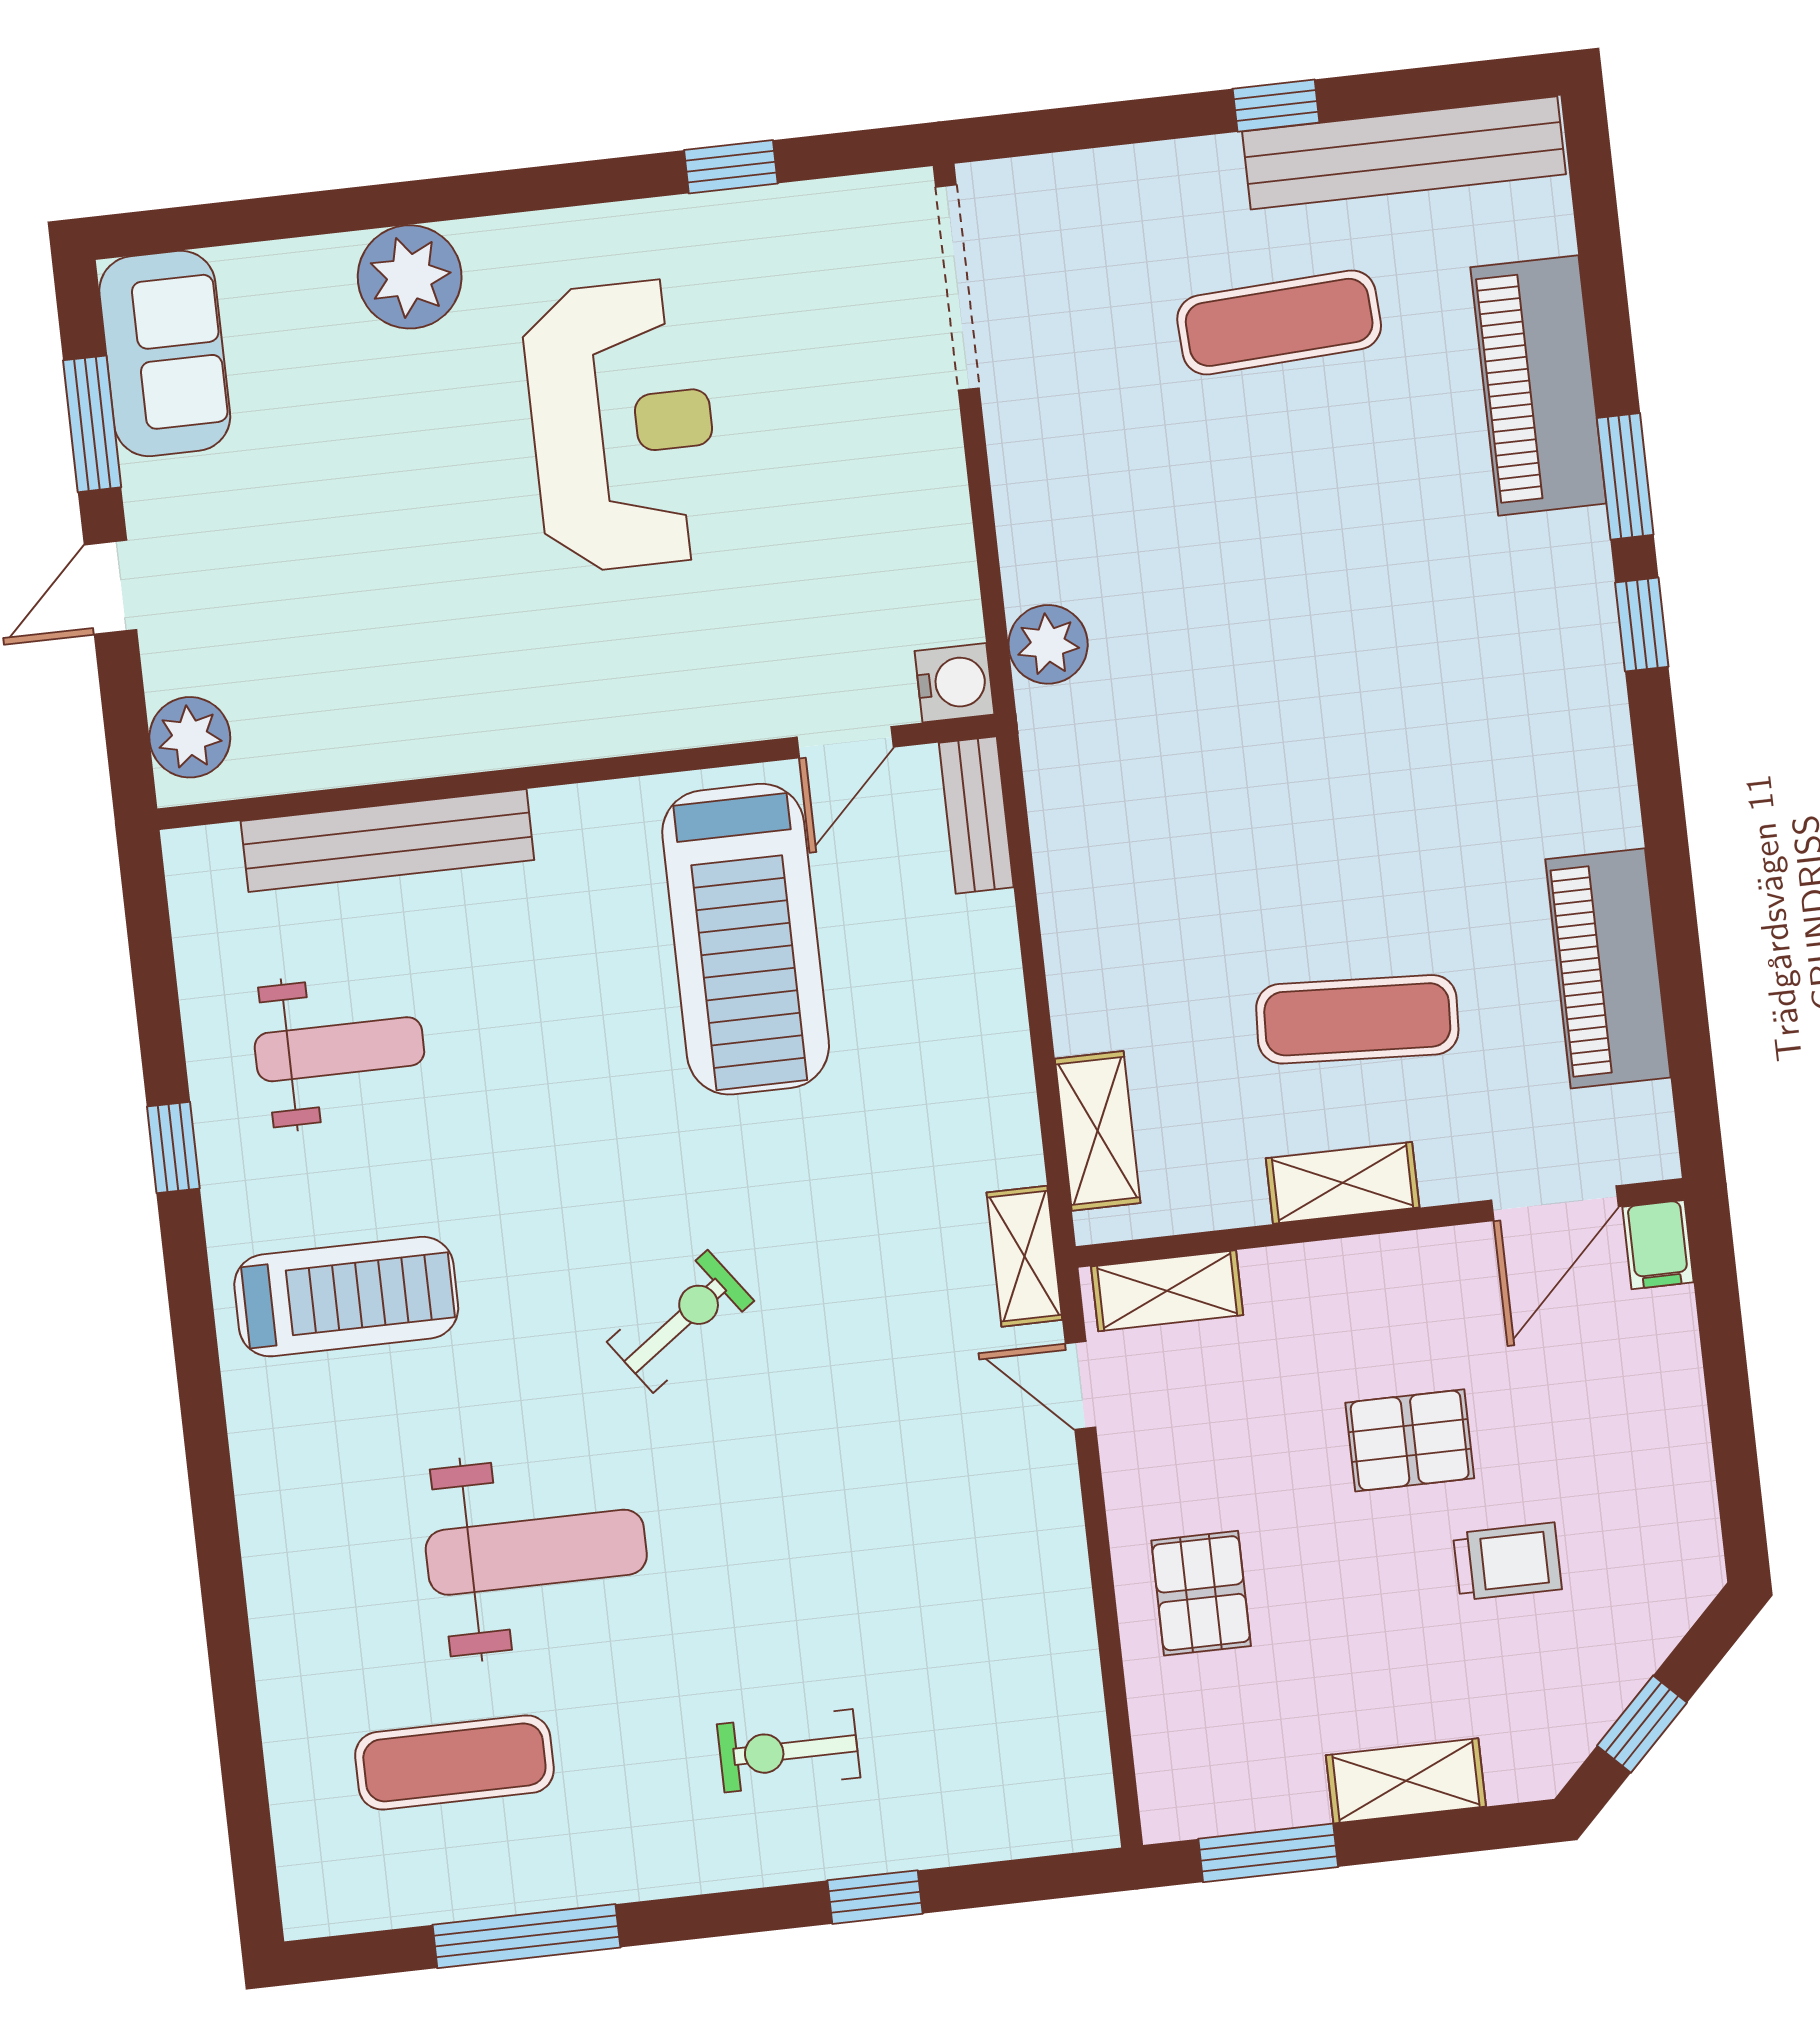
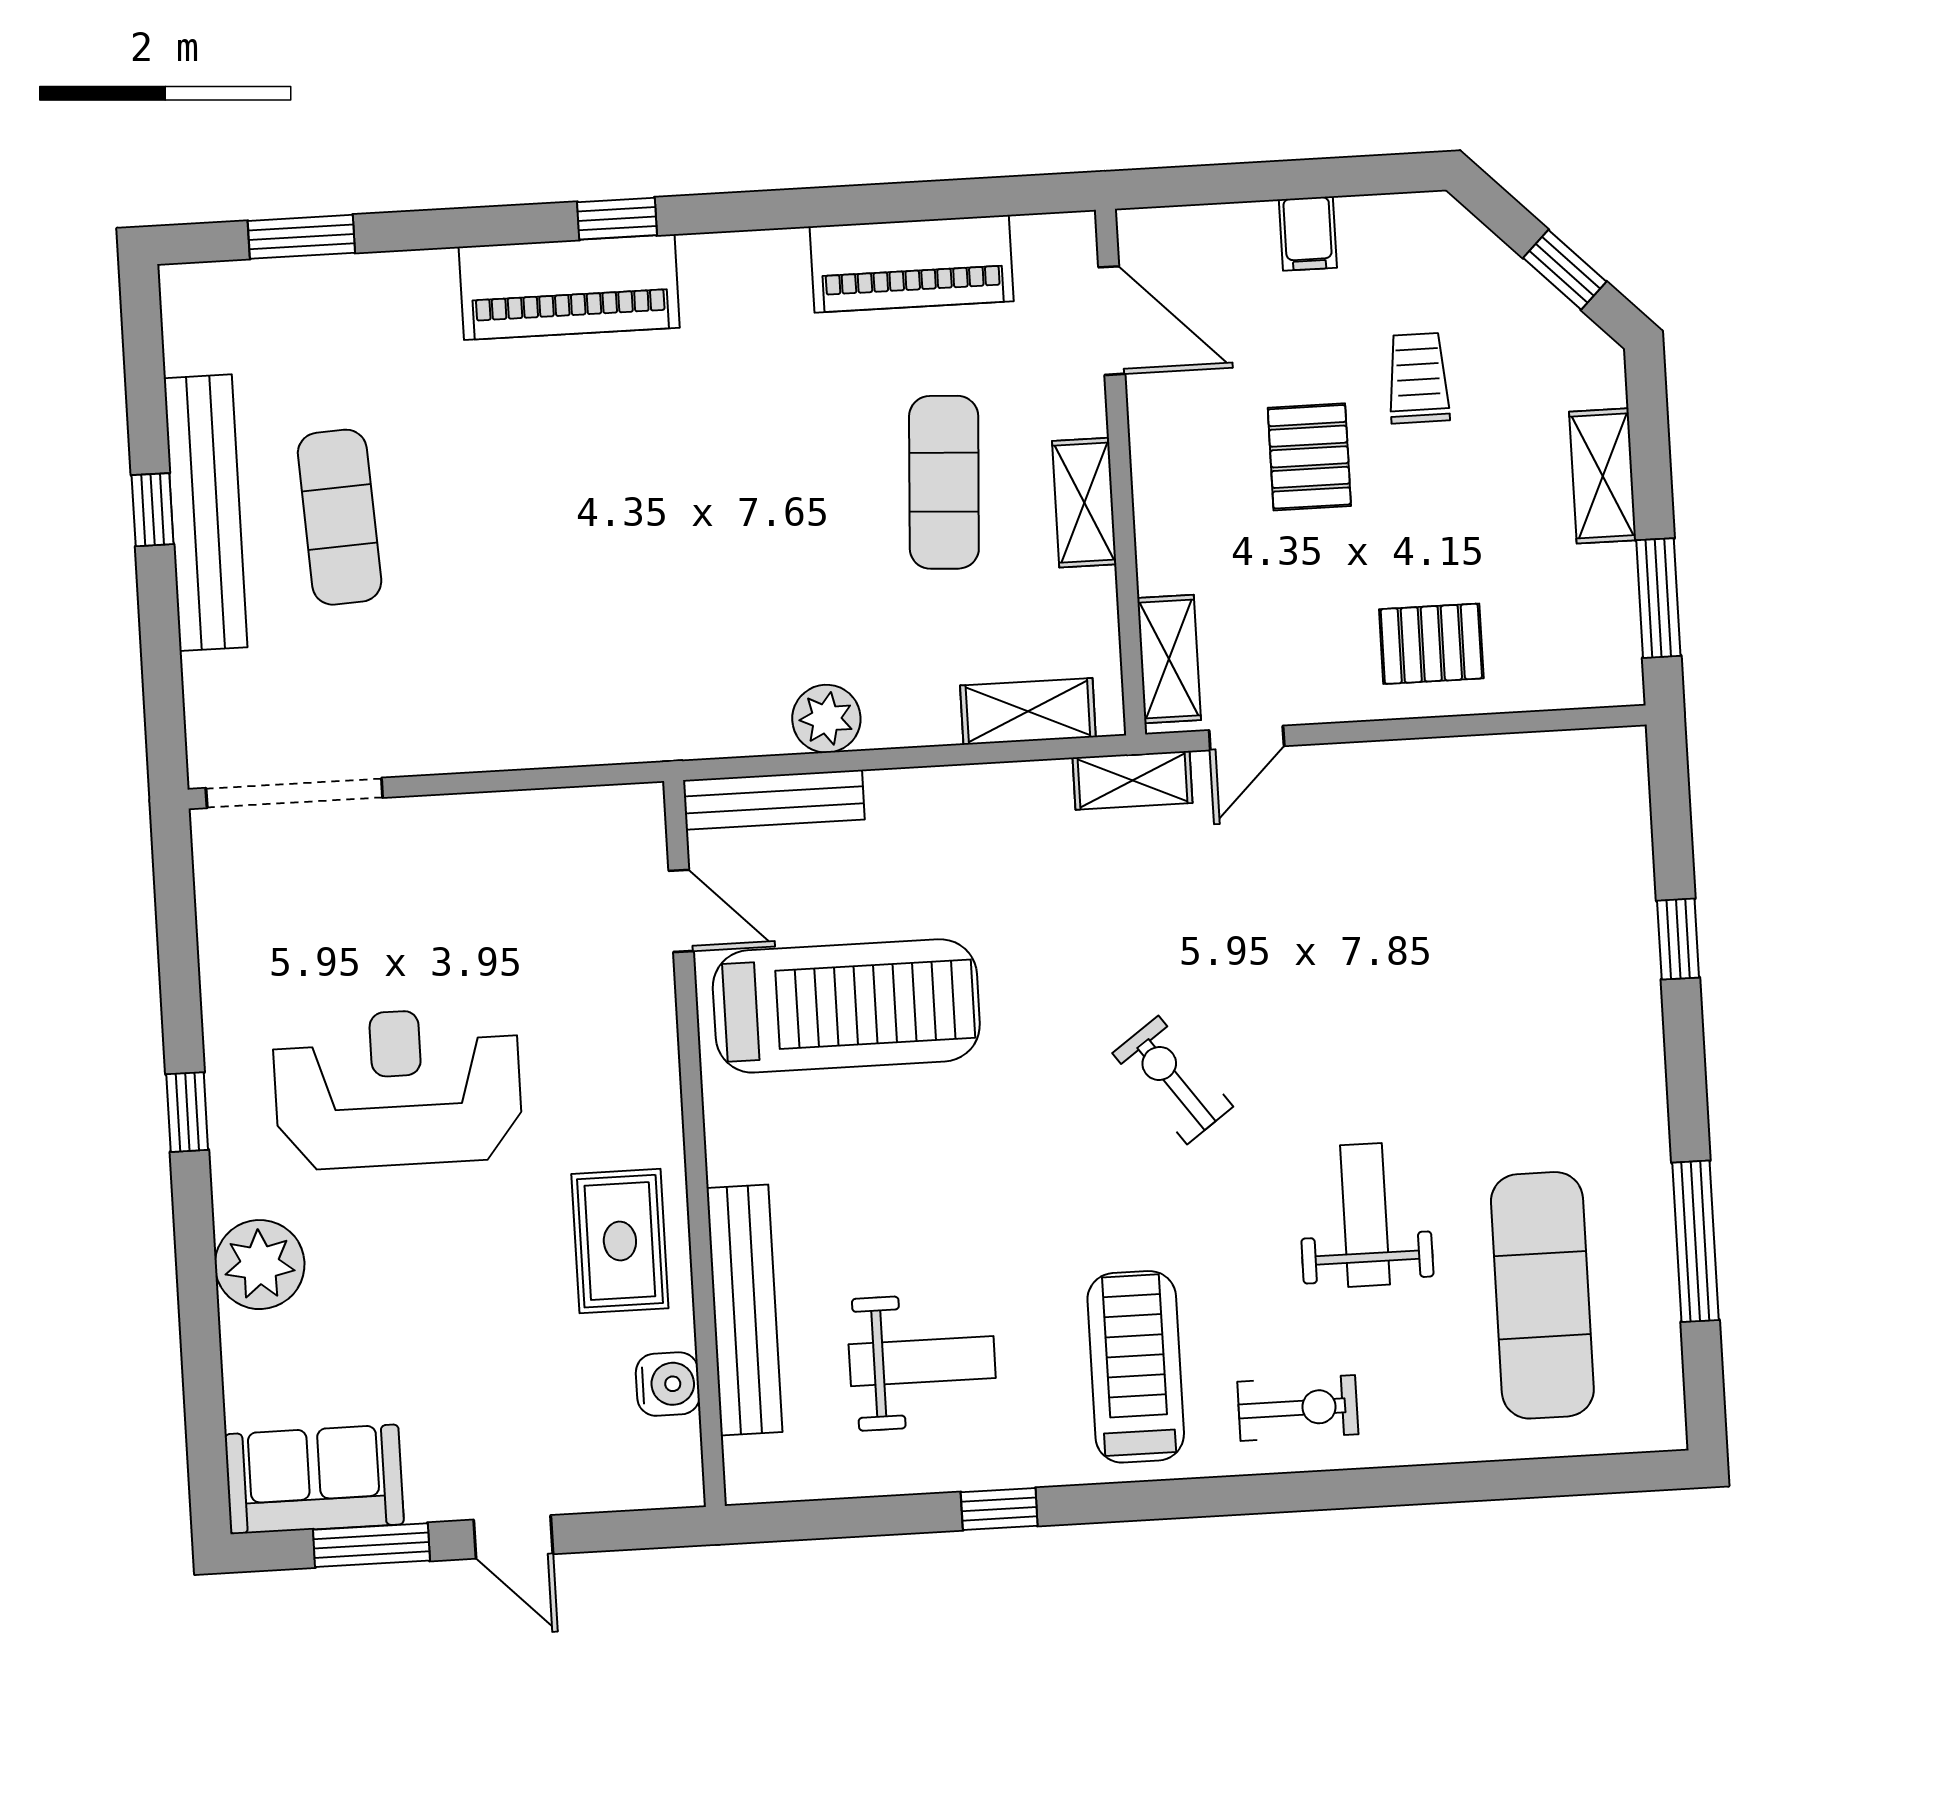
bench: (1404, 153) -> (206, 513), moved
window: (731, 167) -> (187, 1112), moved
piano: (1538, 385) -> (569, 287), moved
window: (1625, 476) -> (301, 237), moved
plant: (1048, 644) -> (826, 719), moved
water cooler: (954, 683) -> (668, 1384), moved, turned 90
rug: (459, 692) -> (620, 1241), added
plant: (190, 737) -> (646, 1476), removed
bench: (976, 815) -> (774, 800), width x1.36
weight bench: (339, 1049) -> (922, 1361), turned 90
filing cabinet: (1658, 1245) -> (1308, 234), moved, turned 90
weight bench: (536, 1552) -> (1365, 1215), width x0.73, depth x0.75
exercise bike: (789, 1751) -> (1298, 1408), moved, turned -90
exercise mat: (454, 1762) -> (1542, 1295), width x1.36, depth x1.45

